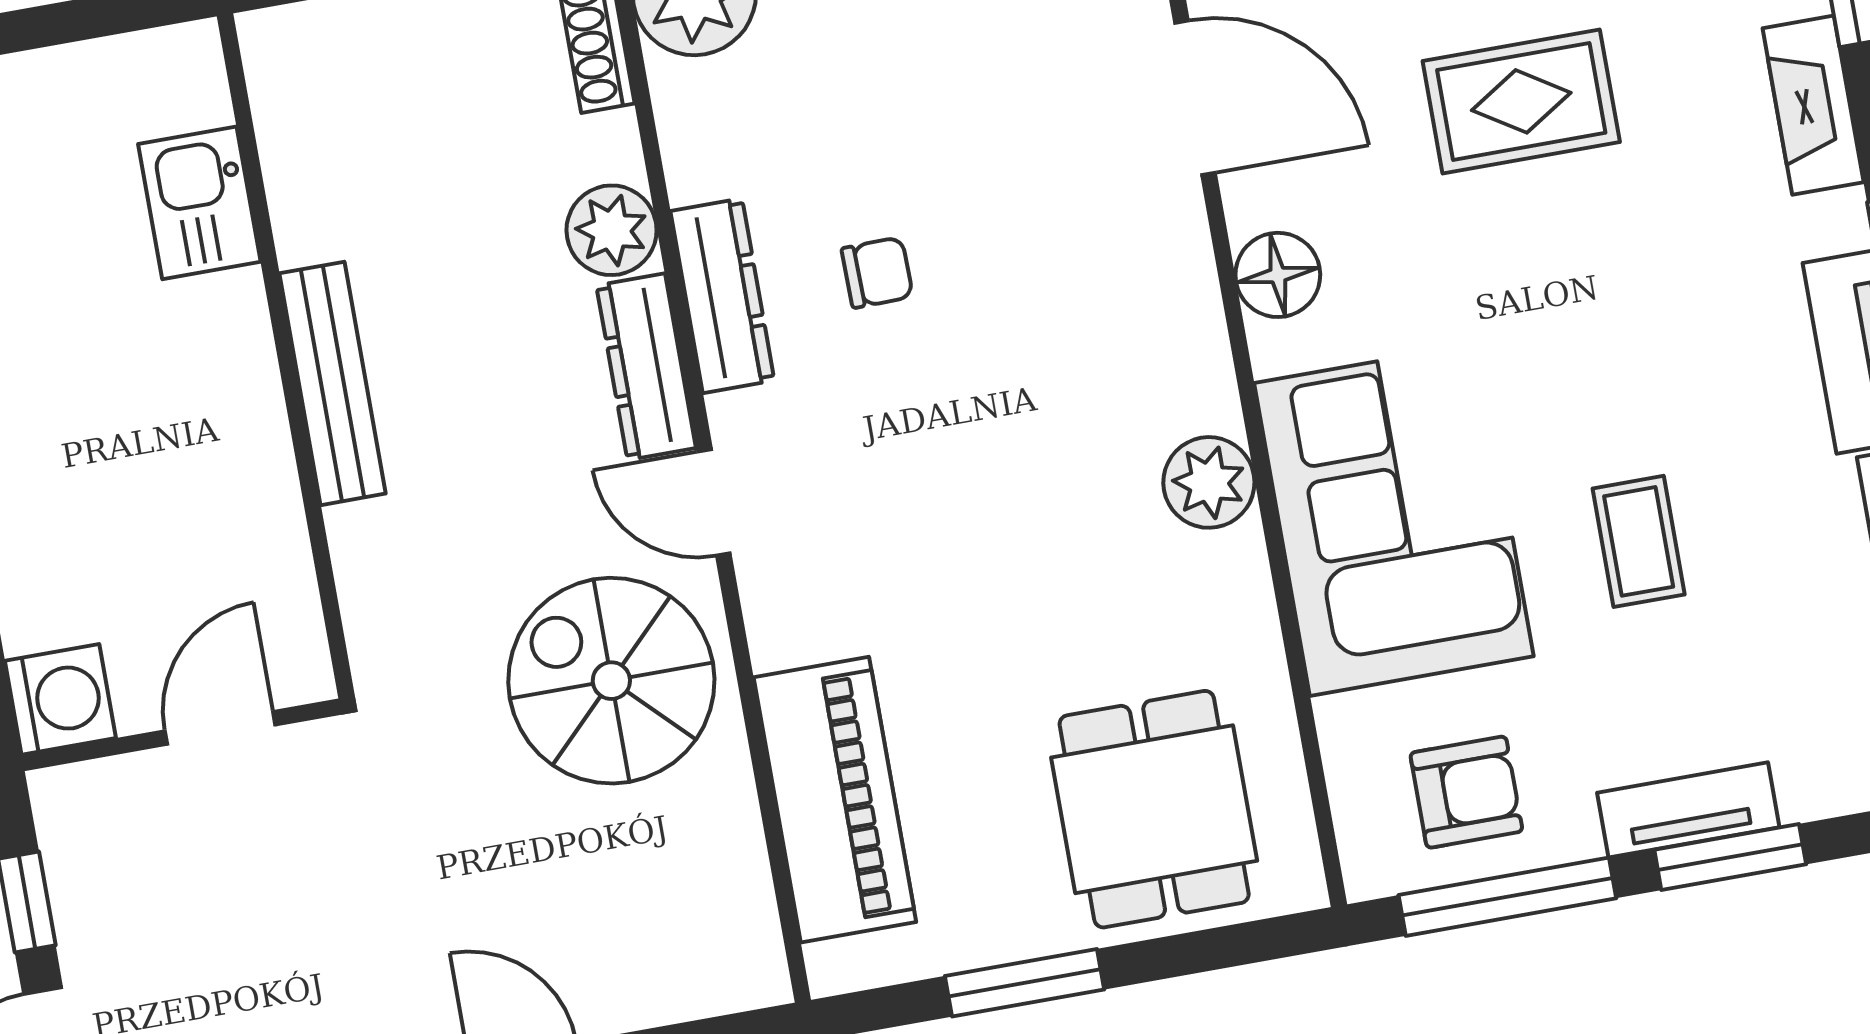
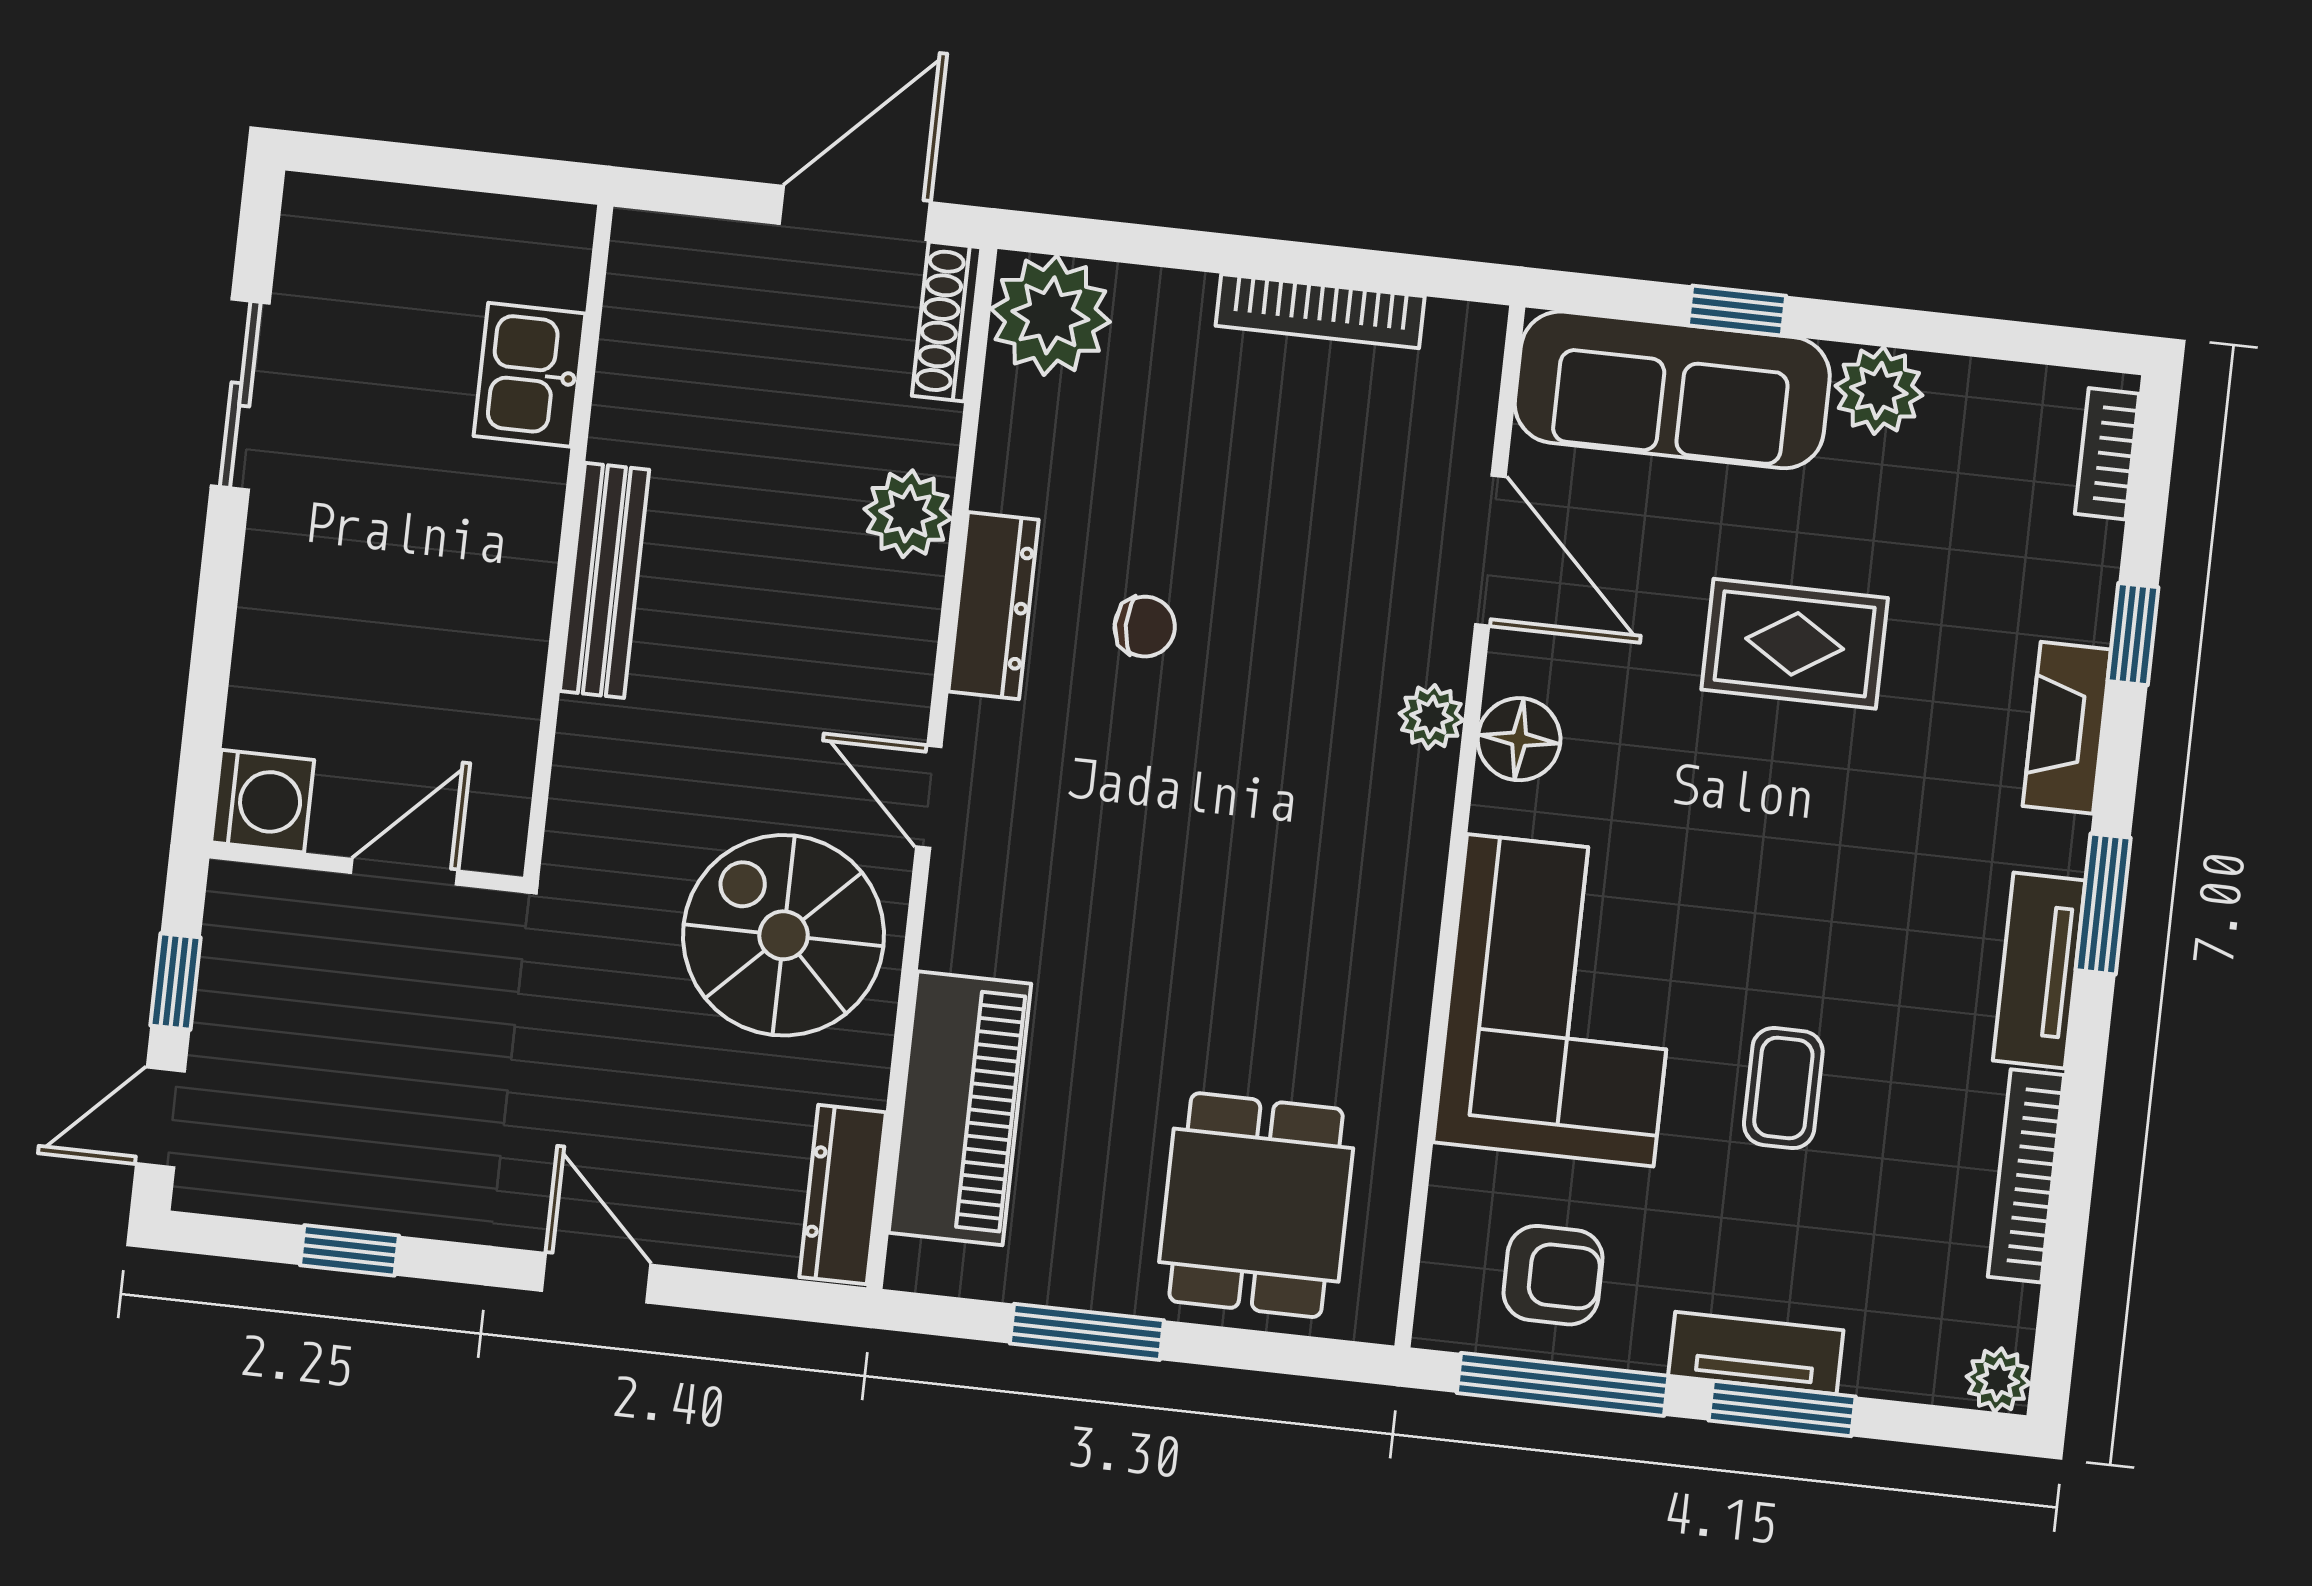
dresser: (646, 367) -> (843, 1195), moved
plant: (1209, 482) -> (1431, 717), moved, width x0.73, depth x0.73

